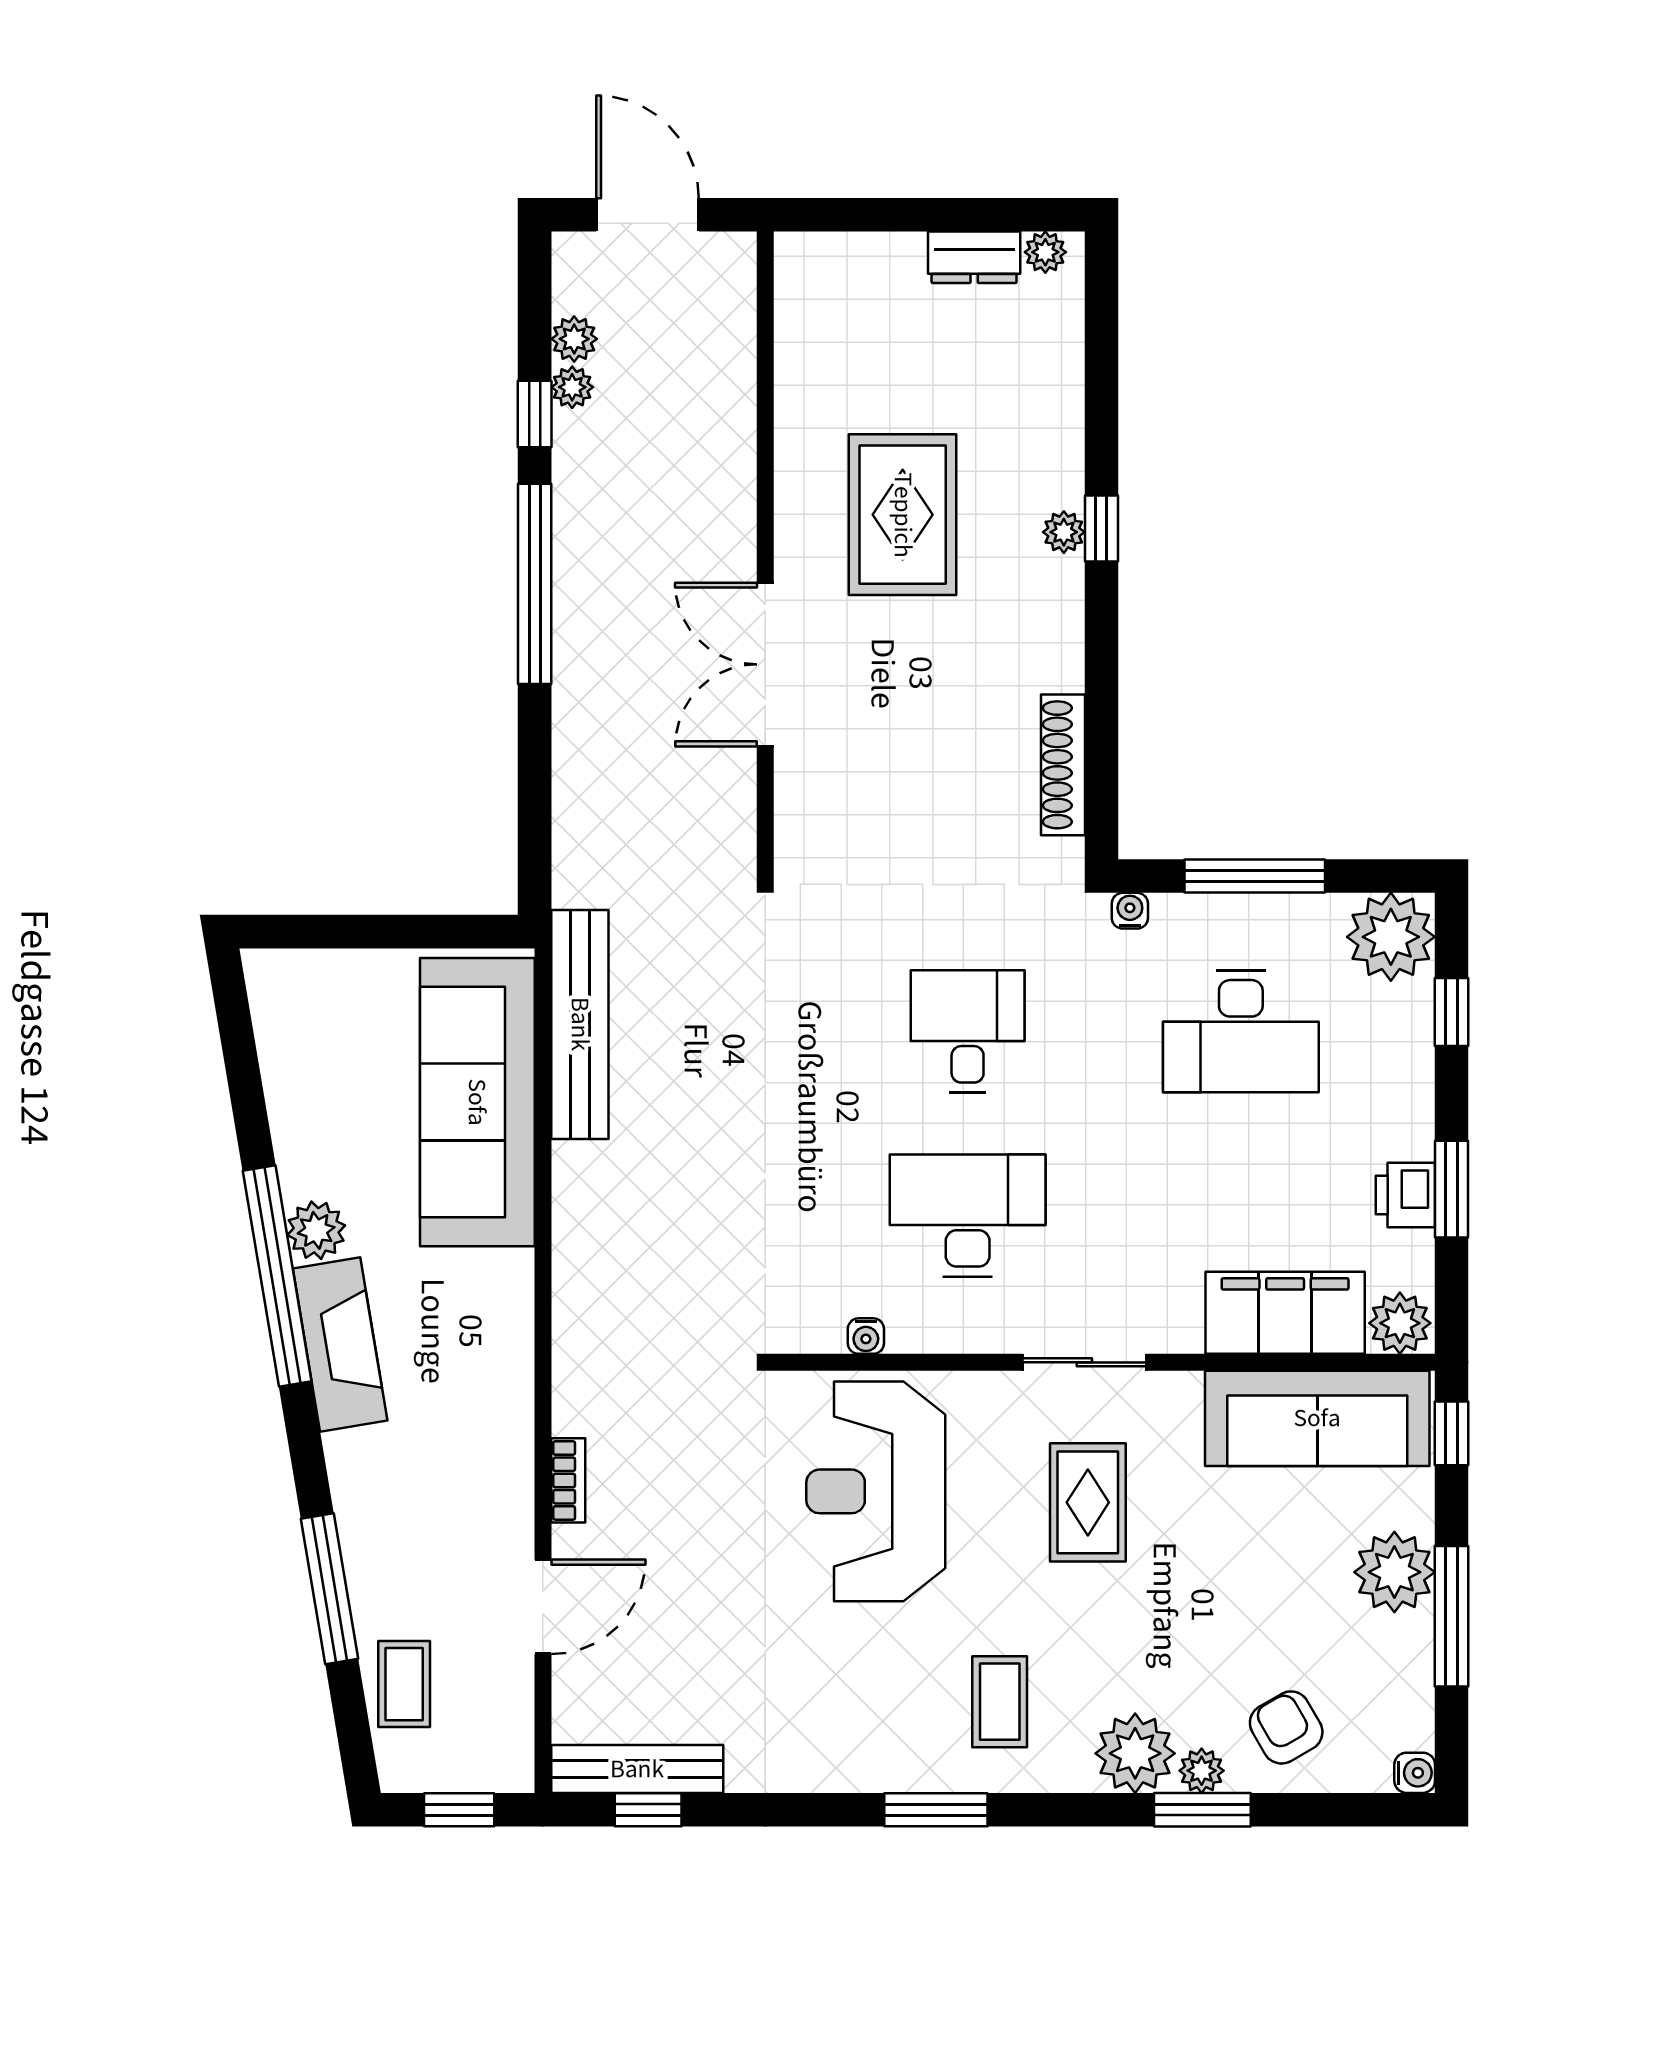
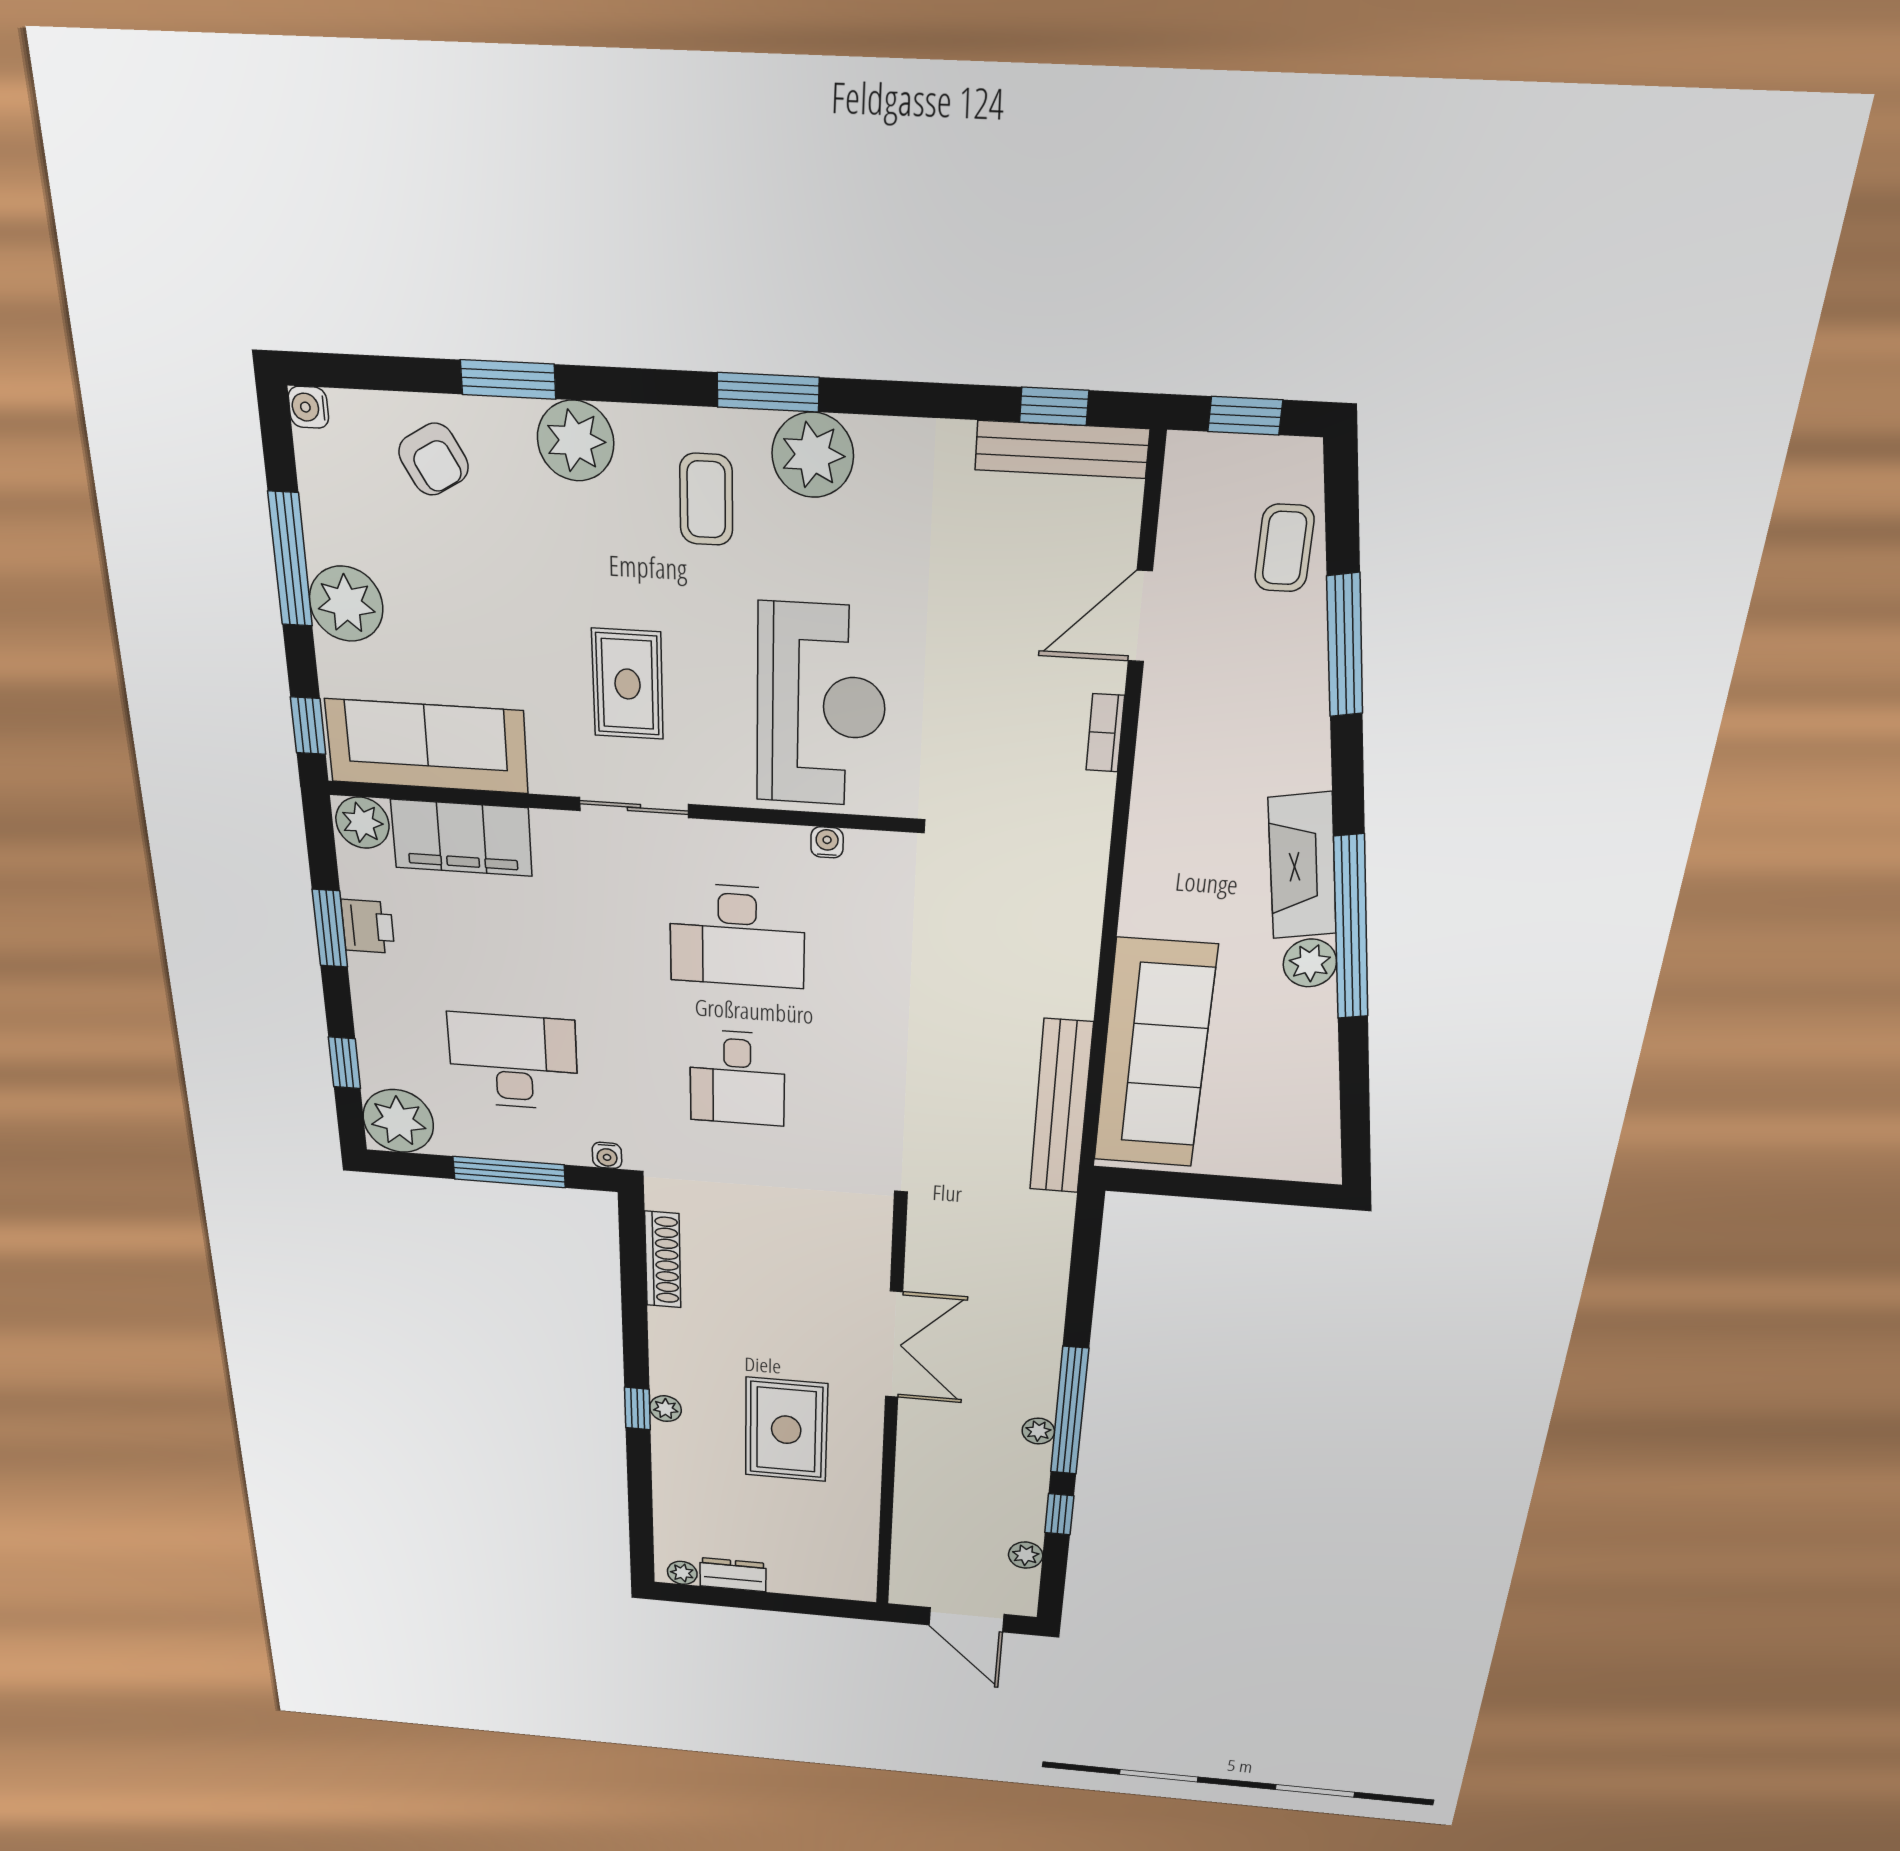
plant: (572, 387) -> (1038, 1431), moved
plant: (1202, 1771) -> (813, 455), moved, width x1.88, depth x1.88

